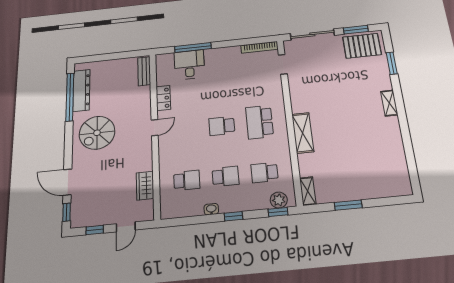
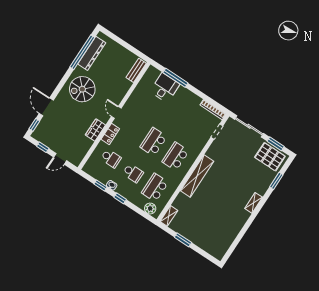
locker: (163, 98) -> (110, 134), moved
school desk: (222, 126) -> (153, 142), width x1.85
door: (155, 128) -> (116, 112), swing flipped
shelving: (303, 133) -> (197, 176), width x1.47
school desk: (265, 172) -> (155, 188), width x1.85
wardrobe: (145, 186) -> (95, 130), moved
window: (278, 212) -> (101, 185), moved

